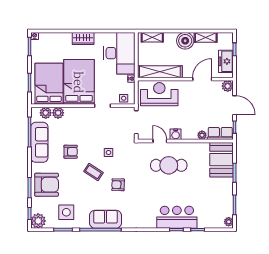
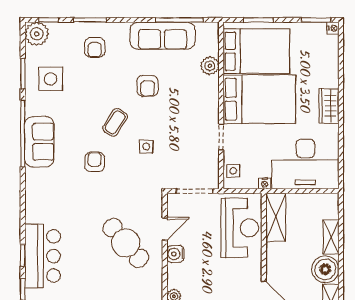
shelving: (152, 37) -> (331, 237), moved
shelving: (160, 72) -> (276, 217), width x0.68
plant: (46, 113) -> (210, 46), removed
cafe table: (169, 165) -> (126, 243), turned -41
armchair: (47, 185) -> (95, 47), width x0.53, depth x0.53

